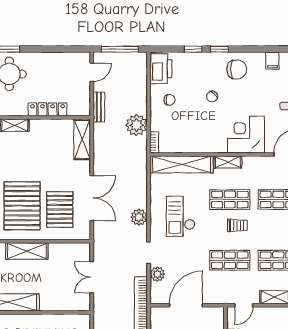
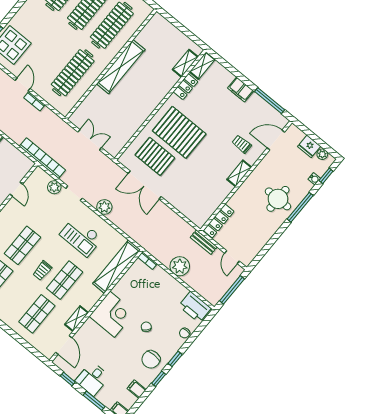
window: (193, 49) -> (159, 379), moved
chair: (170, 100) -> (185, 333), moved
locker: (48, 109) -> (219, 221), moved
plant: (136, 125) -> (180, 266), moved
corner desk: (246, 135) -> (112, 314), moved
shelving: (82, 139) -> (191, 212), removed
shelving: (228, 162) -> (77, 319), moved
checkout: (181, 216) -> (81, 236), turned 180
shelving: (27, 251) -> (145, 110), removed
door: (186, 305) -> (16, 189), width x0.53

